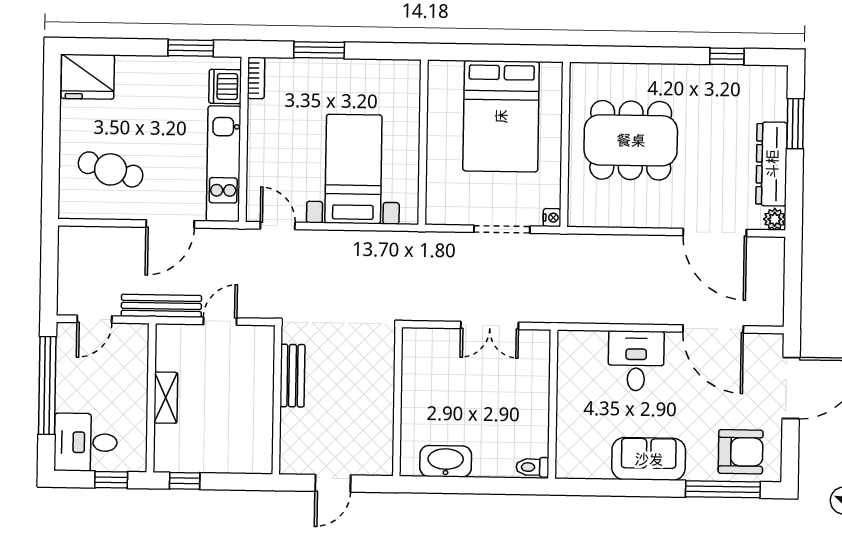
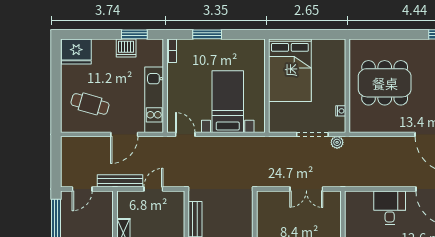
dishwasher: (225, 87) -> (126, 48), moved, turned -90
bed: (501, 116) -> (290, 70), moved
nightstand: (552, 218) -> (341, 111), moved
plant: (545, 244) -> (337, 142), added

